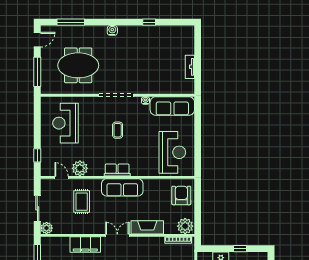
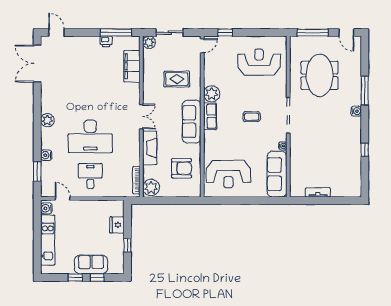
window: (71, 22) -> (365, 90), moved
plant: (80, 168) -> (212, 94), moved
door: (62, 177) -> (202, 46), moved
armchair: (181, 195) -> (181, 168), moved
filing cabinet: (85, 244) -> (132, 66), moved

